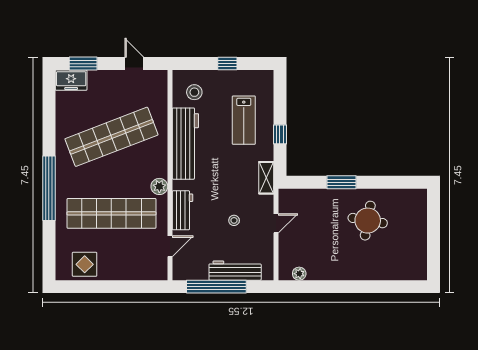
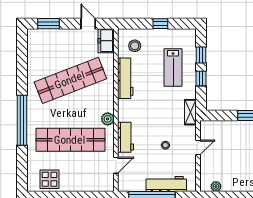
freezer: (71, 80) -> (106, 41), moved, turned 90
window: (280, 104) -> (201, 55), added
workbench: (185, 144) -> (125, 78), width x0.73, depth x0.76

